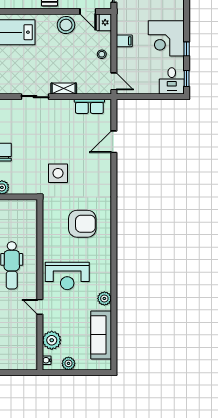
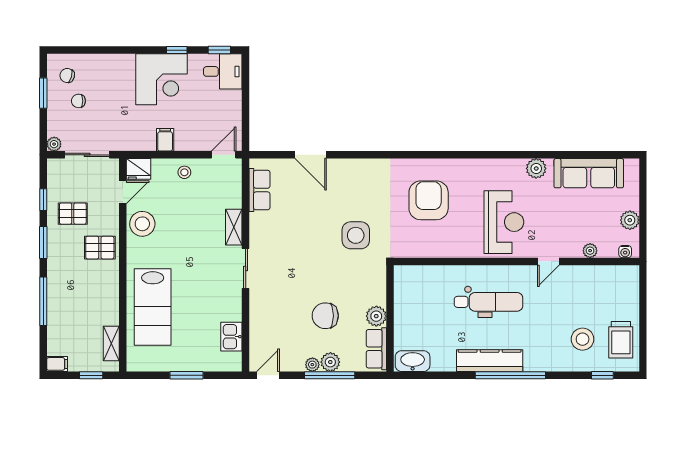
plant: (52, 340) -> (590, 251), width x0.53, depth x0.53

